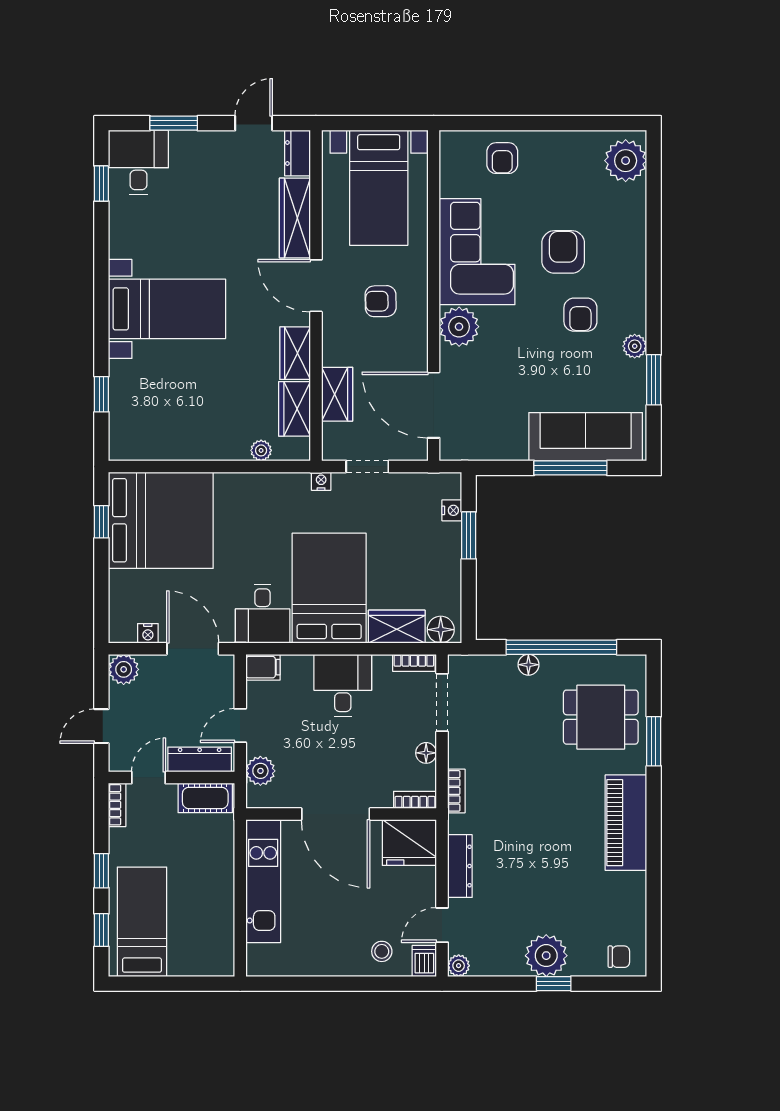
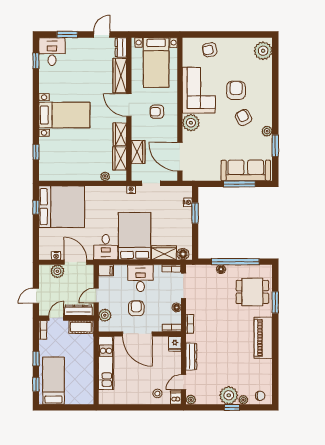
armchair: (502, 158) -> (210, 50), turned 80
armchair: (580, 315) -> (244, 118), turned 152
plant: (124, 669) -> (57, 271), moved
armchair: (333, 755) -> (136, 308), added
fridge: (409, 843) -> (175, 344), width x0.53, depth x0.75
plant: (580, 966) -> (243, 400), added

